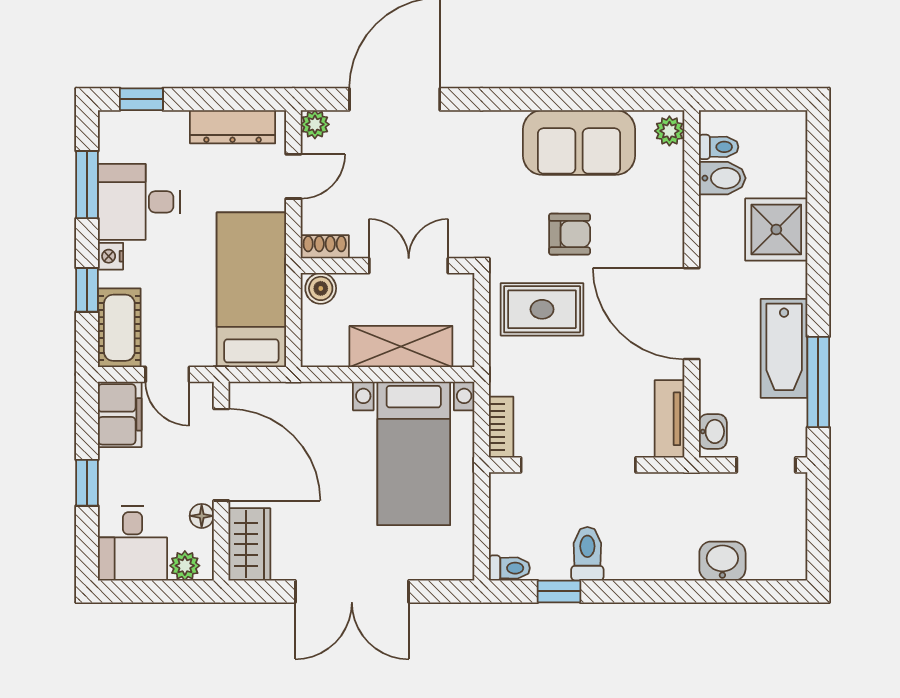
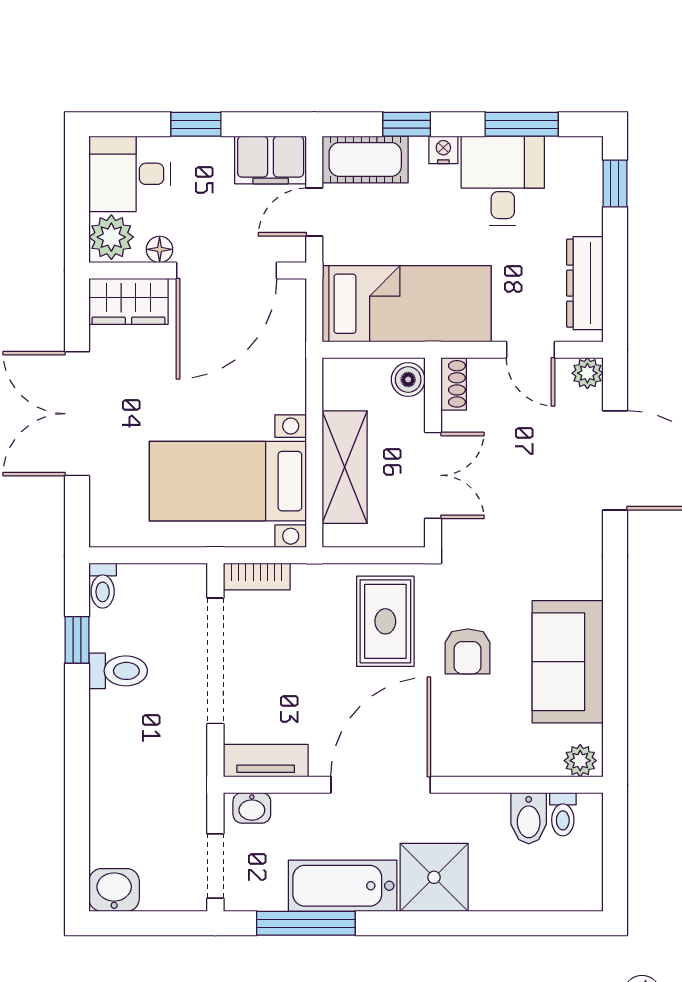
shower: (776, 230) -> (434, 877), moved
washbasin: (722, 561) -> (114, 890), moved, turned -90
plant: (185, 566) -> (111, 237), width x1.38, depth x1.38

